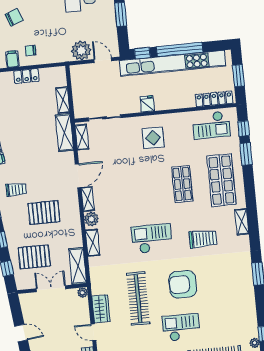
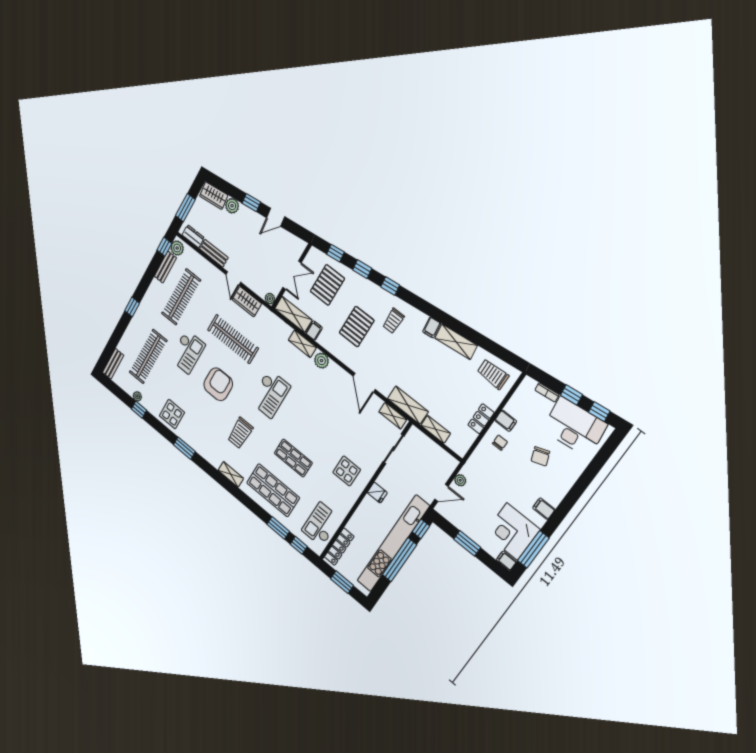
plant: (81, 50) -> (460, 480), width x0.53, depth x0.53
shelving: (88, 199) -> (339, 373), removed
filing cabinet: (75, 242) -> (314, 331), added
display table: (241, 304) -> (172, 414), added
door: (93, 332) -> (233, 278), swing flipped

